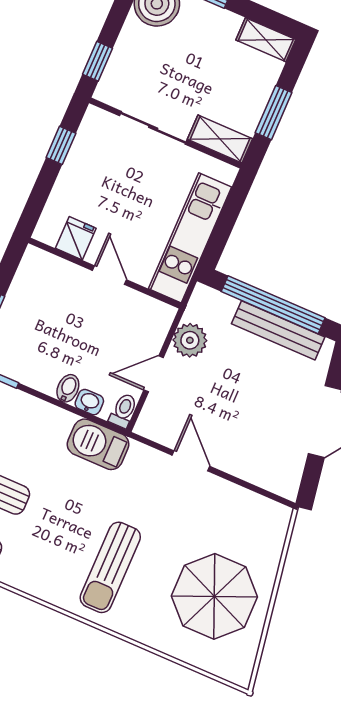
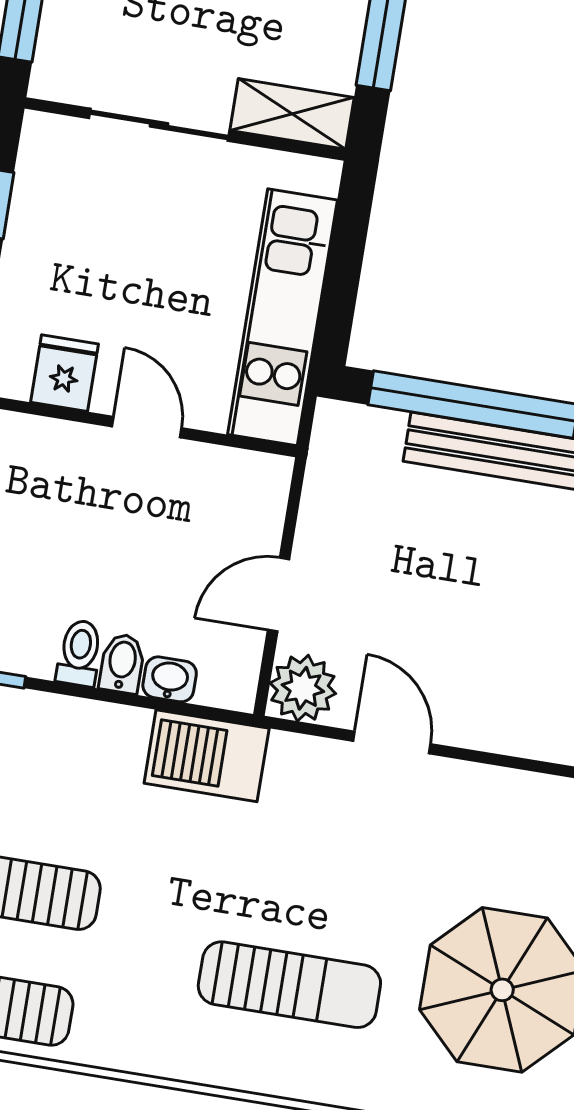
plant: (190, 340) -> (303, 688), moved
toilet: (123, 411) -> (79, 653), moved
sun lounger: (110, 567) -> (289, 985), turned -90

